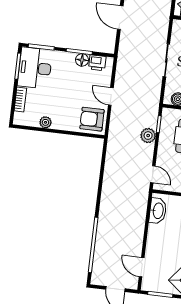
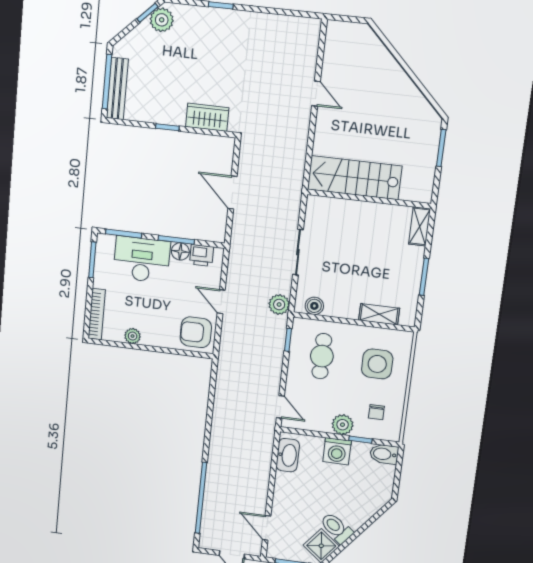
desk: (35, 68) -> (142, 259), moved, turned 90
bookcase: (20, 99) -> (97, 314), width x1.56
plant: (148, 136) -> (279, 305), moved

